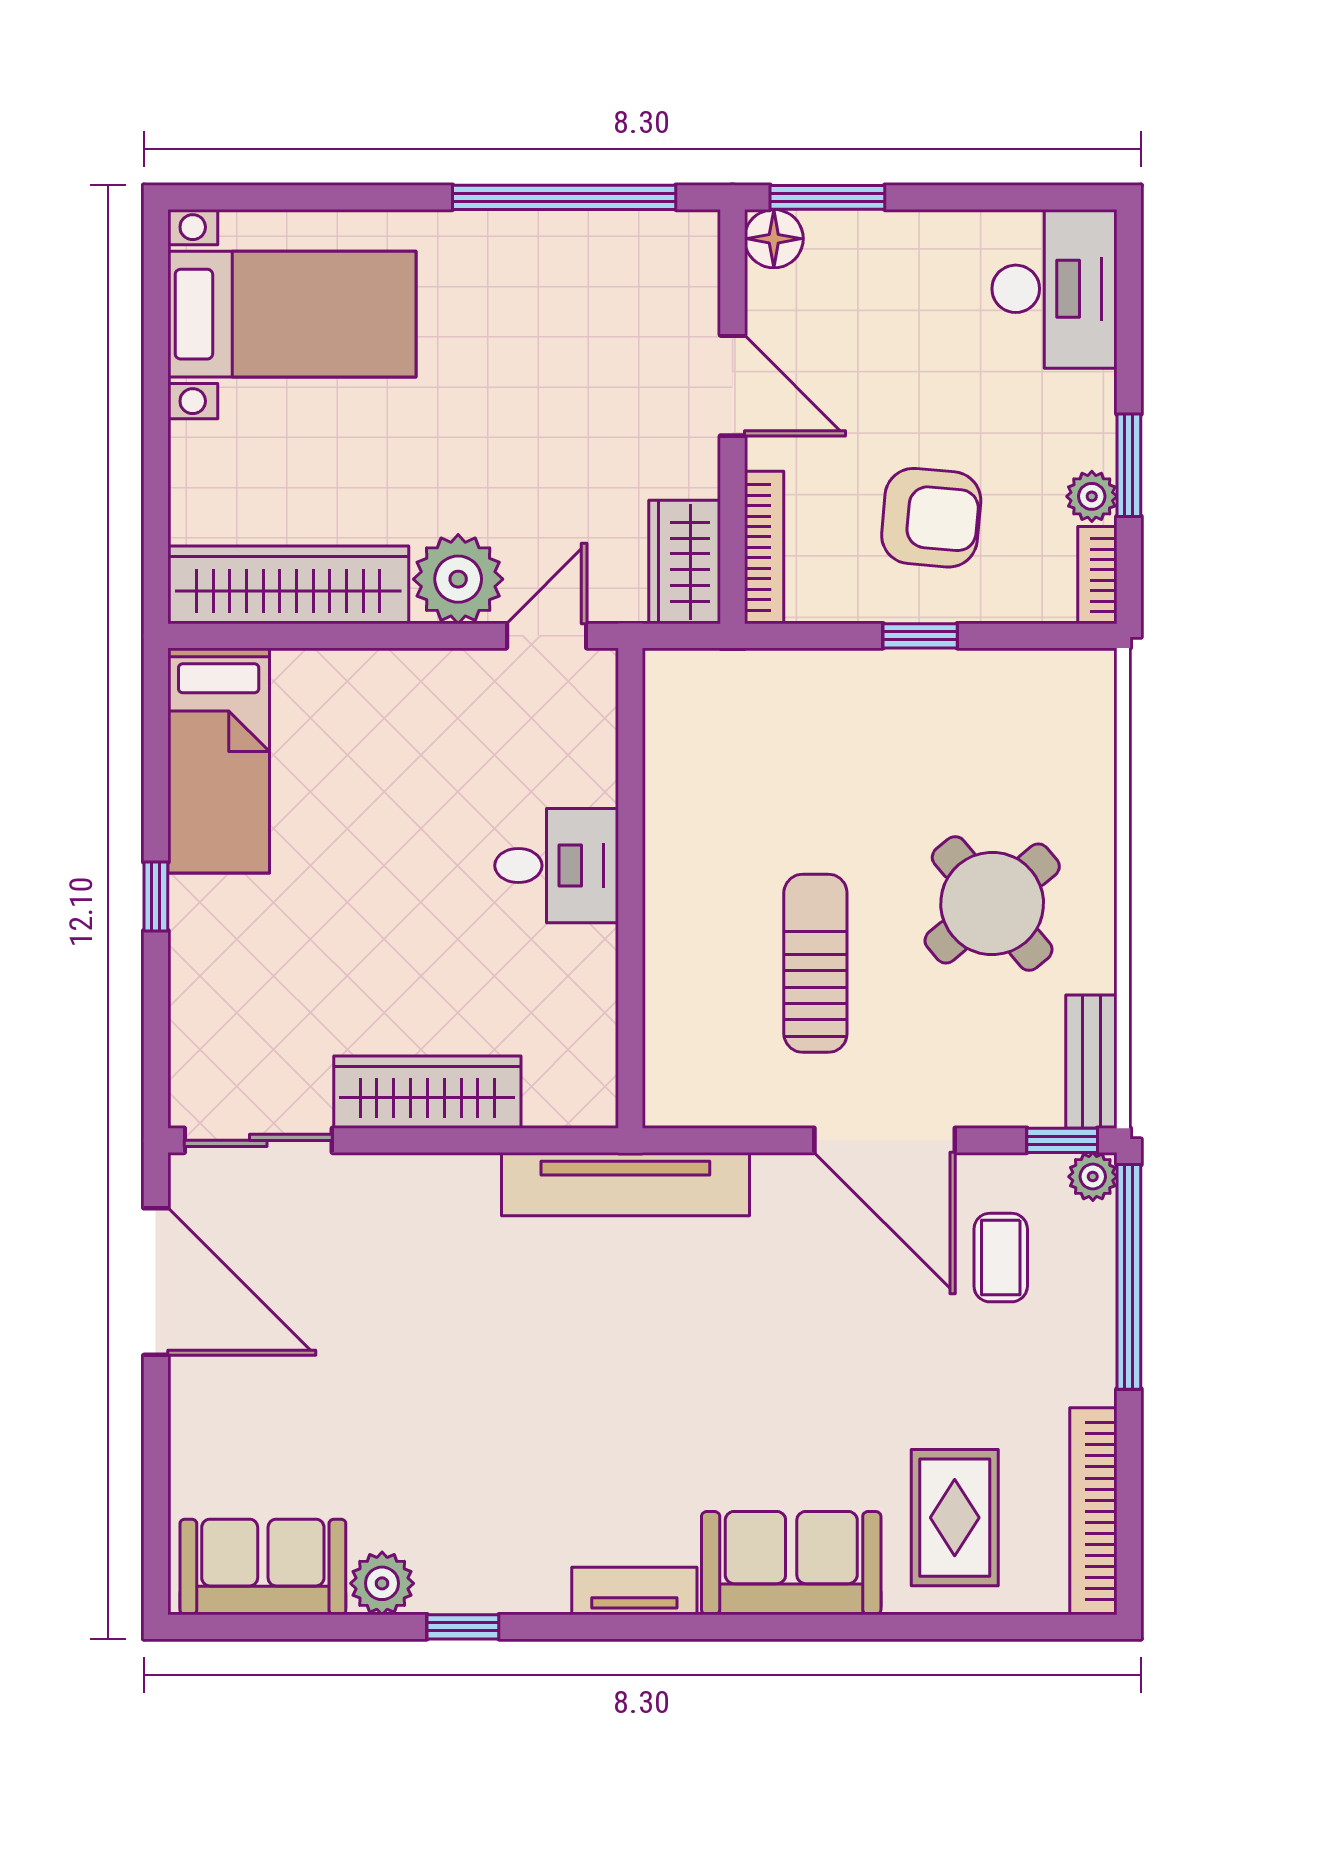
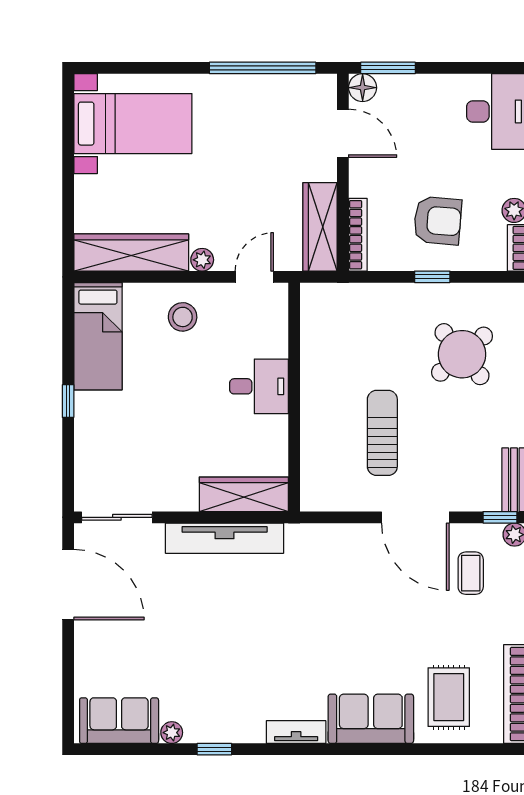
door: (733, 386) -> (343, 133), moved
wardrobe: (685, 562) -> (320, 227), width x1.50
plant: (458, 579) -> (202, 260), width x0.53, depth x0.53
stool: (396, 720) -> (183, 317), added
round table: (992, 903) -> (462, 354), moved
wardrobe: (427, 1092) -> (244, 494), moved
tv unit: (625, 1184) -> (225, 538), moved
plant: (382, 1583) -> (172, 733), width x0.73, depth x0.73

